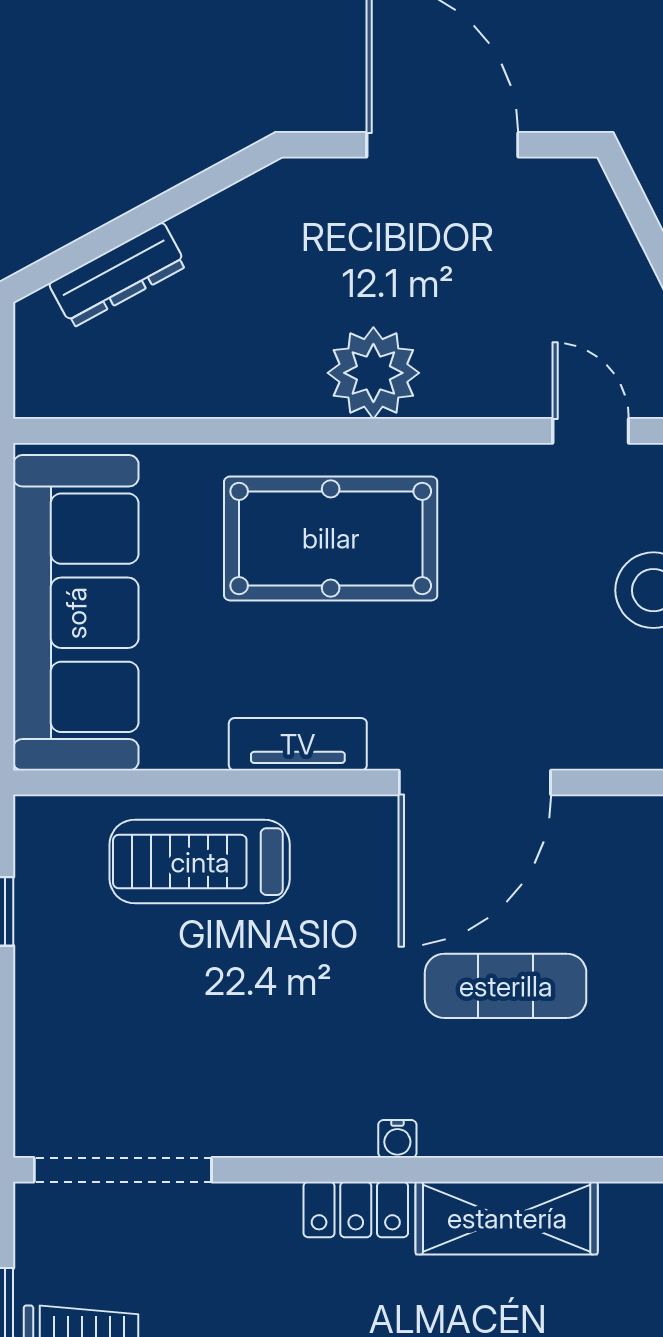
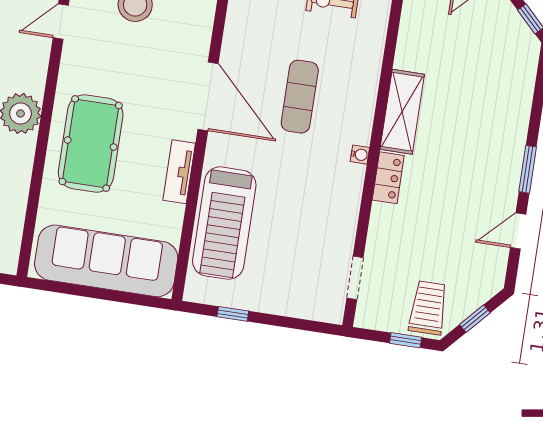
treadmill: (200, 862) -> (224, 223), width x1.37, depth x1.37
doorway: (123, 1170) -> (355, 278), width x0.53

